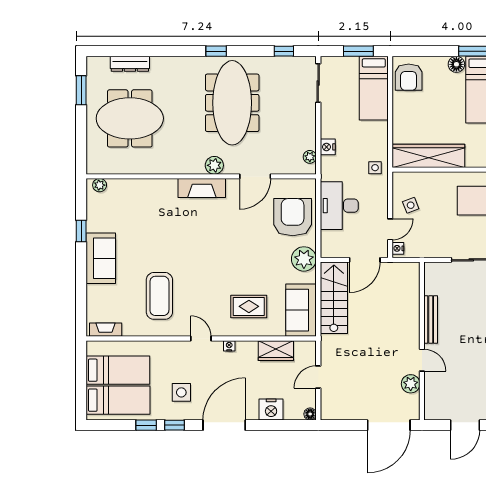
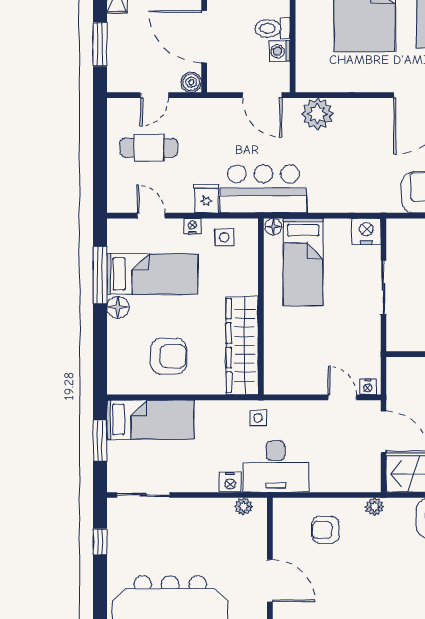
armchair: (409, 77) -> (169, 356), moved
side table: (411, 205) -> (309, 369), removed
desk: (339, 206) -> (276, 467), moved
armchair: (293, 217) -> (325, 530), width x0.53, depth x0.53
plant: (304, 259) -> (374, 507), width x0.53, depth x0.53

